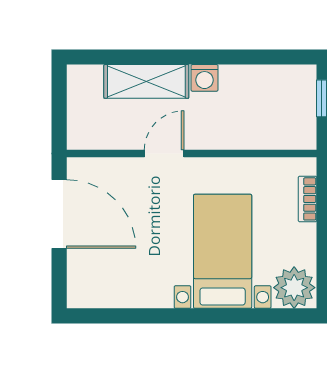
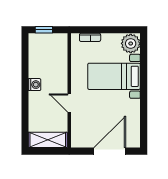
shelving: (146, 81) -> (48, 140), moved, turned 90
door: (59, 214) -> (110, 151), moved

